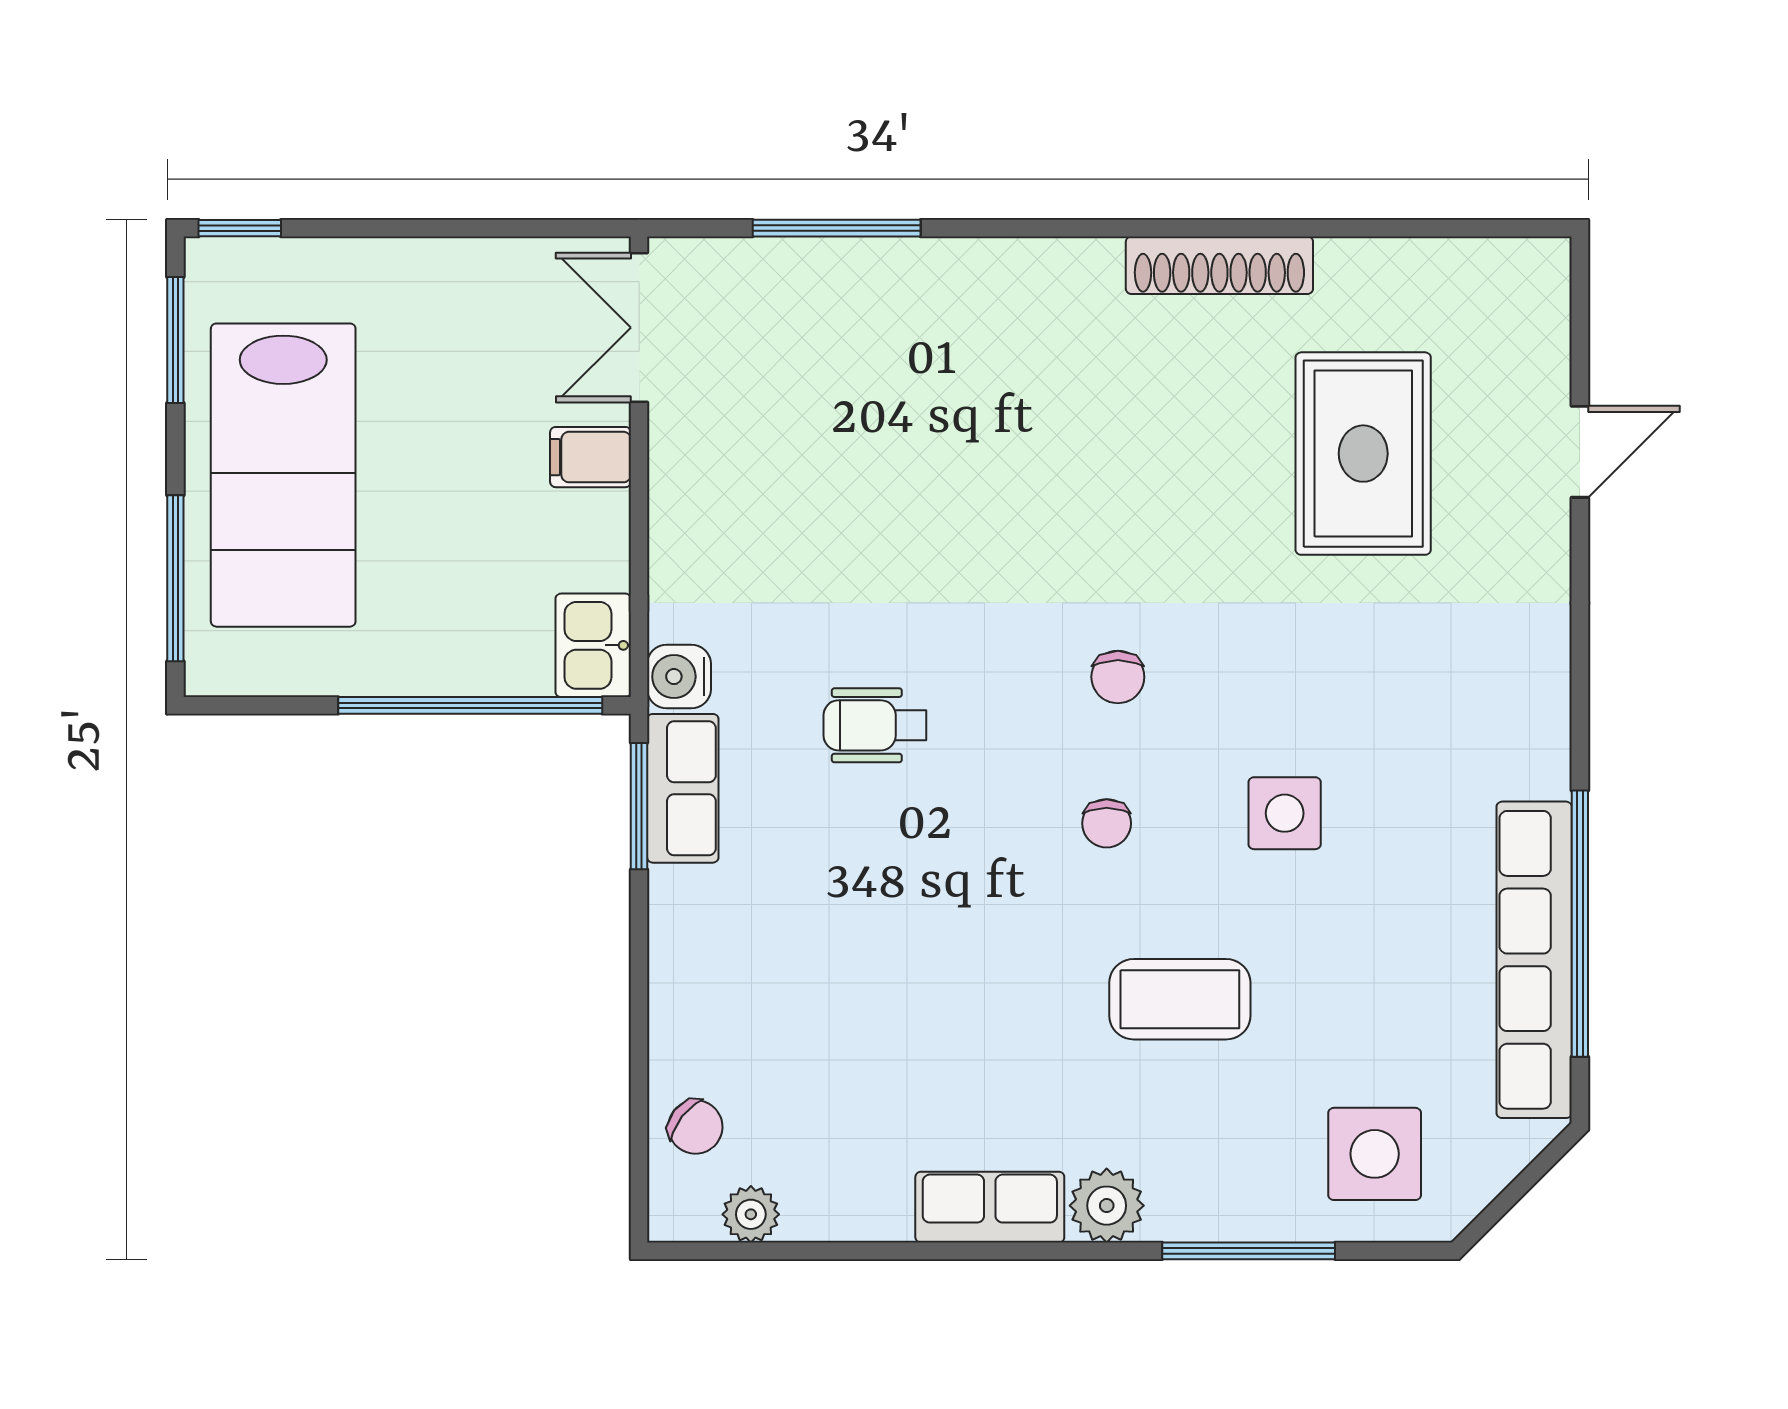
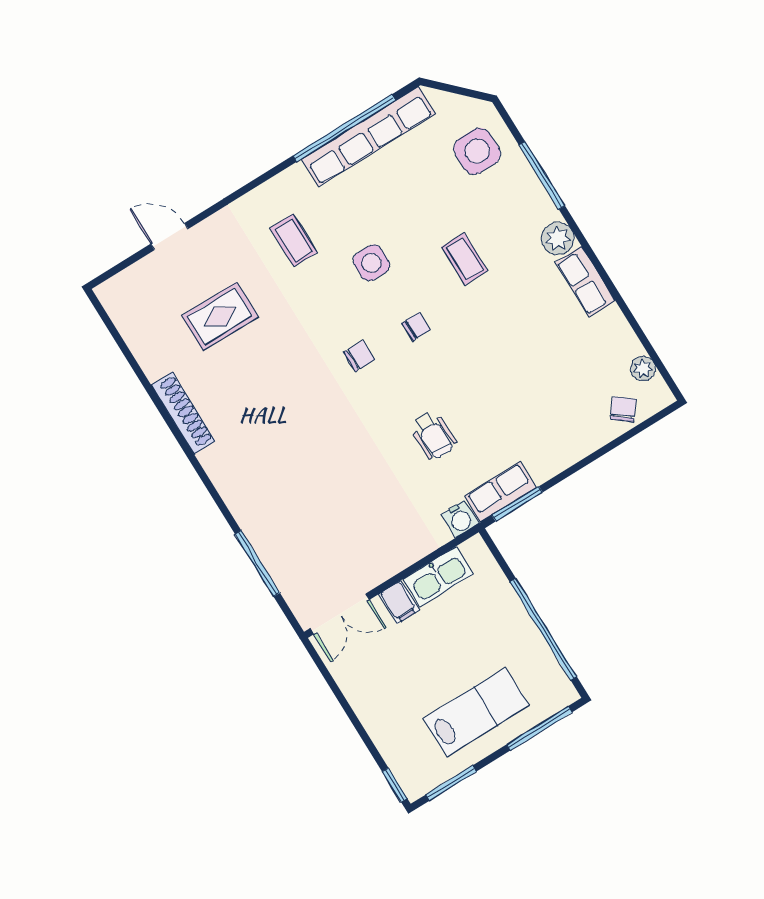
rug: (1363, 454) -> (220, 316), width x0.73, depth x0.70
lab bench: (283, 475) -> (476, 712), width x0.73, depth x0.72
kitchen sink: (593, 645) -> (438, 577), moved, width x1.38
coffee table: (1423, 689) -> (294, 240), added
window: (470, 705) -> (543, 629), moved
coffee table: (1180, 999) -> (464, 259), width x0.73, depth x0.77

